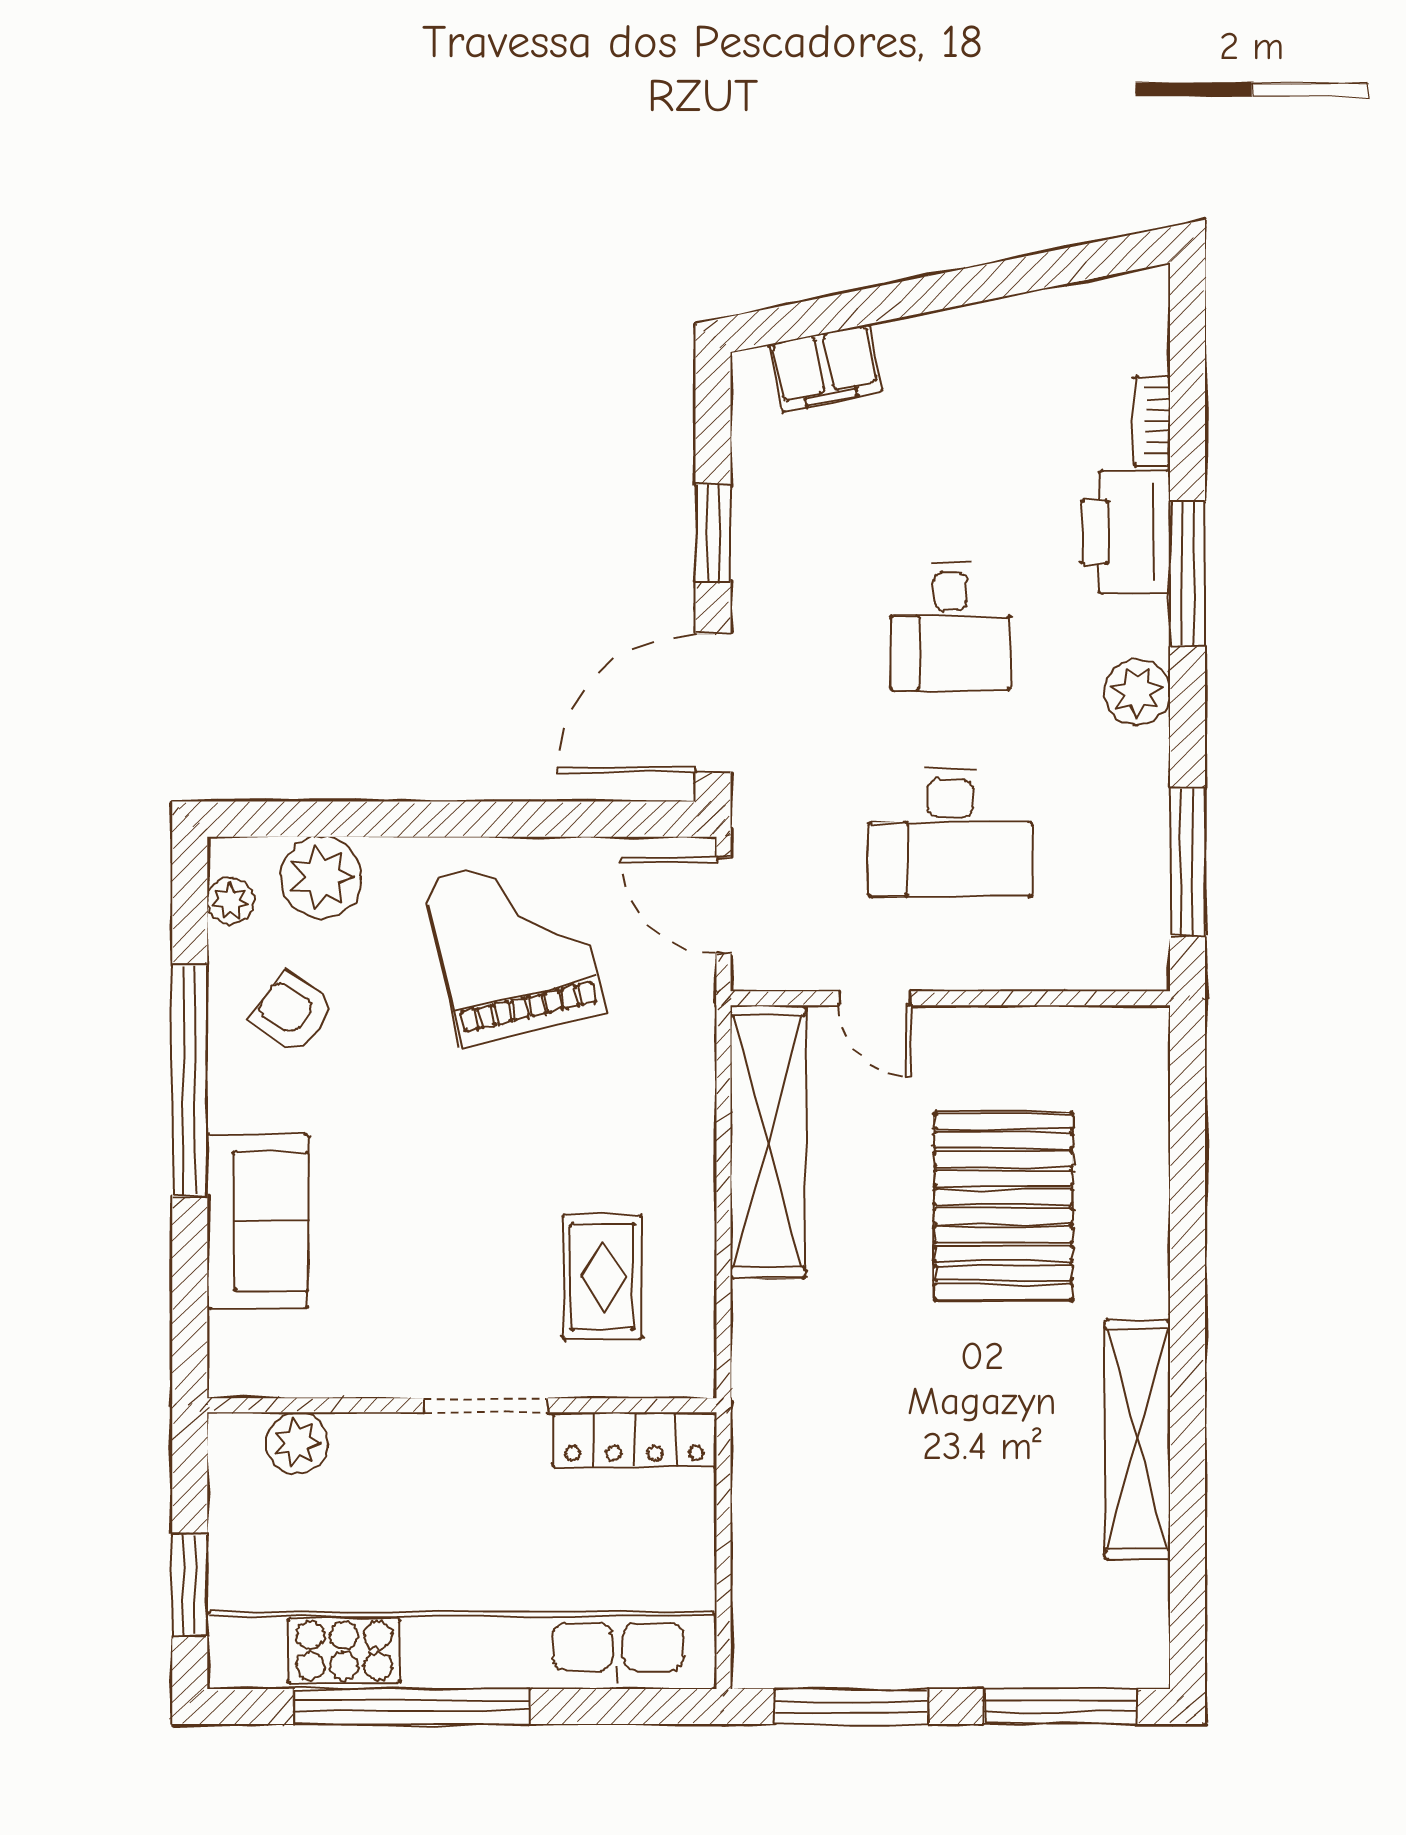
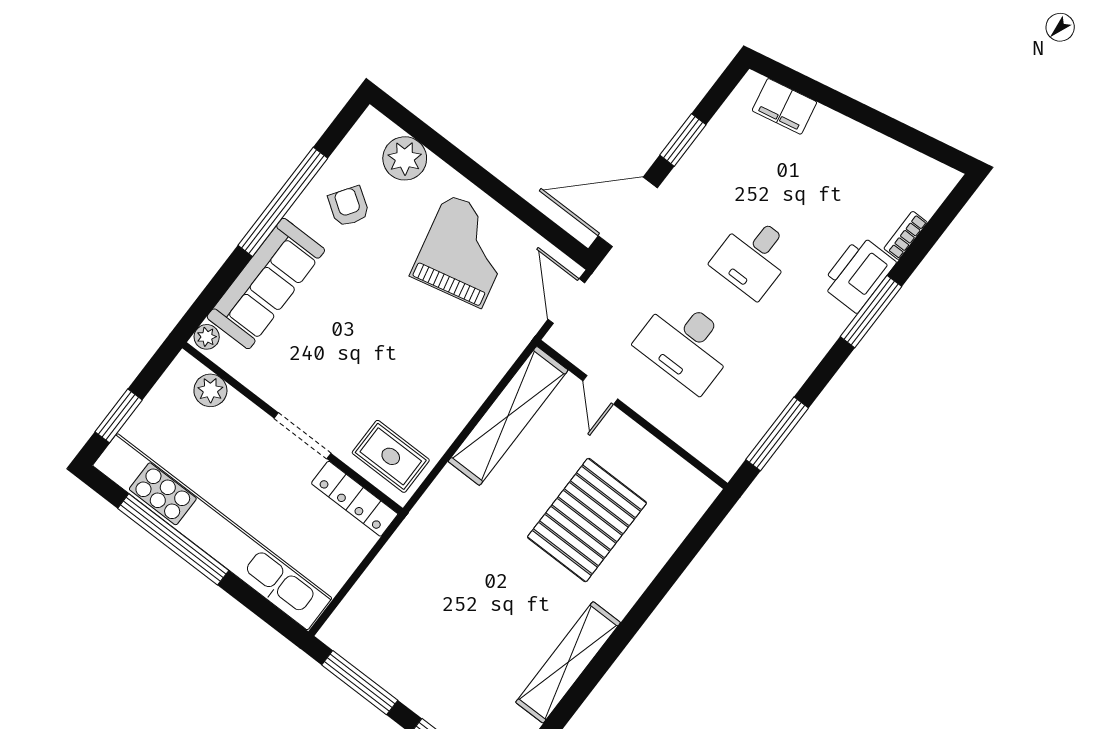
plant: (1137, 692) -> (811, 345), removed
plant: (230, 901) -> (207, 337), moved
sofa: (258, 1221) -> (266, 284), width x1.36
rug: (602, 1277) -> (391, 456), moved, turned 90

